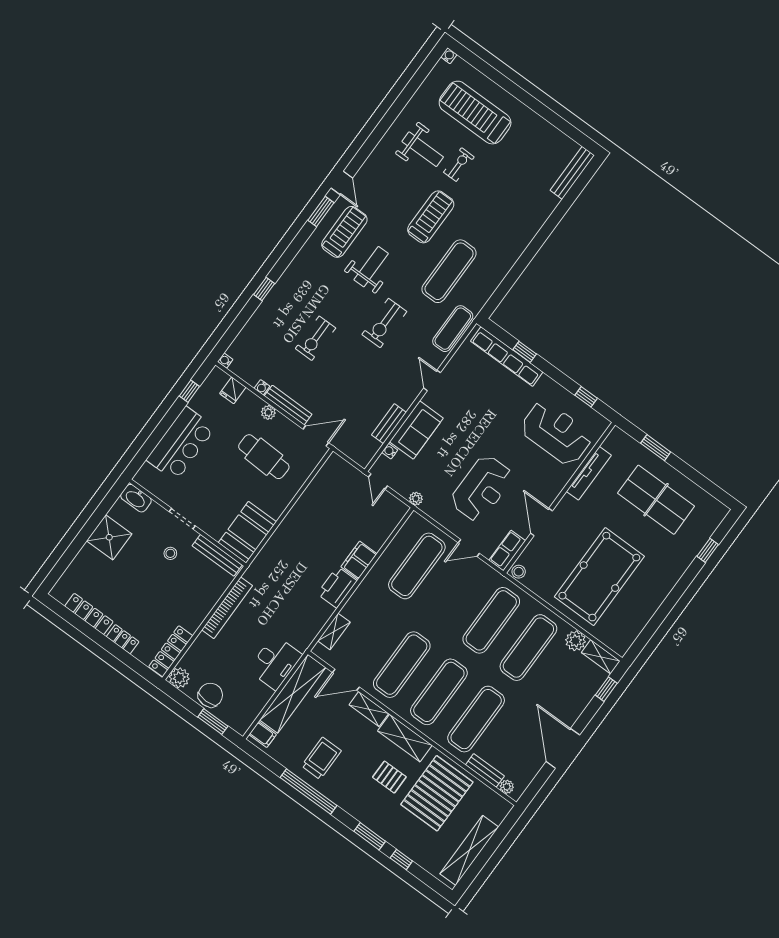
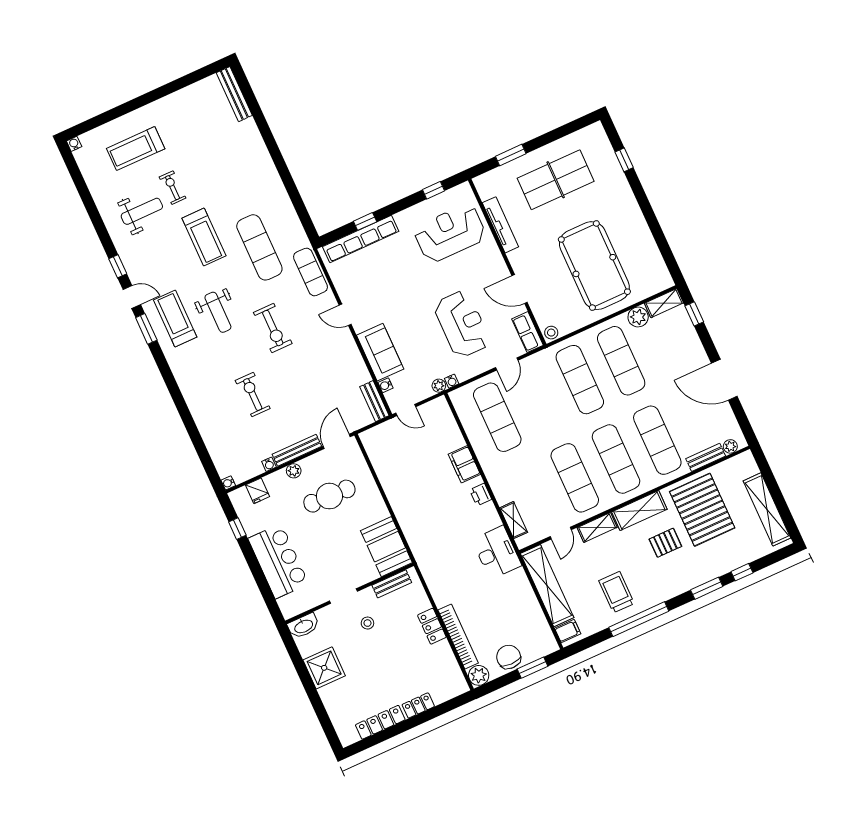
treadmill: (475, 113) -> (136, 149), width x0.73, depth x0.73
treadmill: (431, 217) -> (204, 237), turned 180
weight bench: (371, 267) -> (218, 312), turned 180
window: (264, 289) -> (118, 266), moved
exercise bike: (316, 338) -> (253, 395), turned 180
bench: (389, 424) -> (374, 401), moved
water cooler: (426, 508) -> (452, 381), added
bench: (217, 555) -> (392, 584), width x0.73
printer: (337, 587) -> (481, 495), width x0.53, depth x0.68
bookcase: (227, 608) -> (458, 636), moved
locker: (171, 651) -> (432, 626), moved, width x0.66
desk: (275, 662) -> (497, 553), moved
door: (346, 680) -> (561, 533), width x0.73

